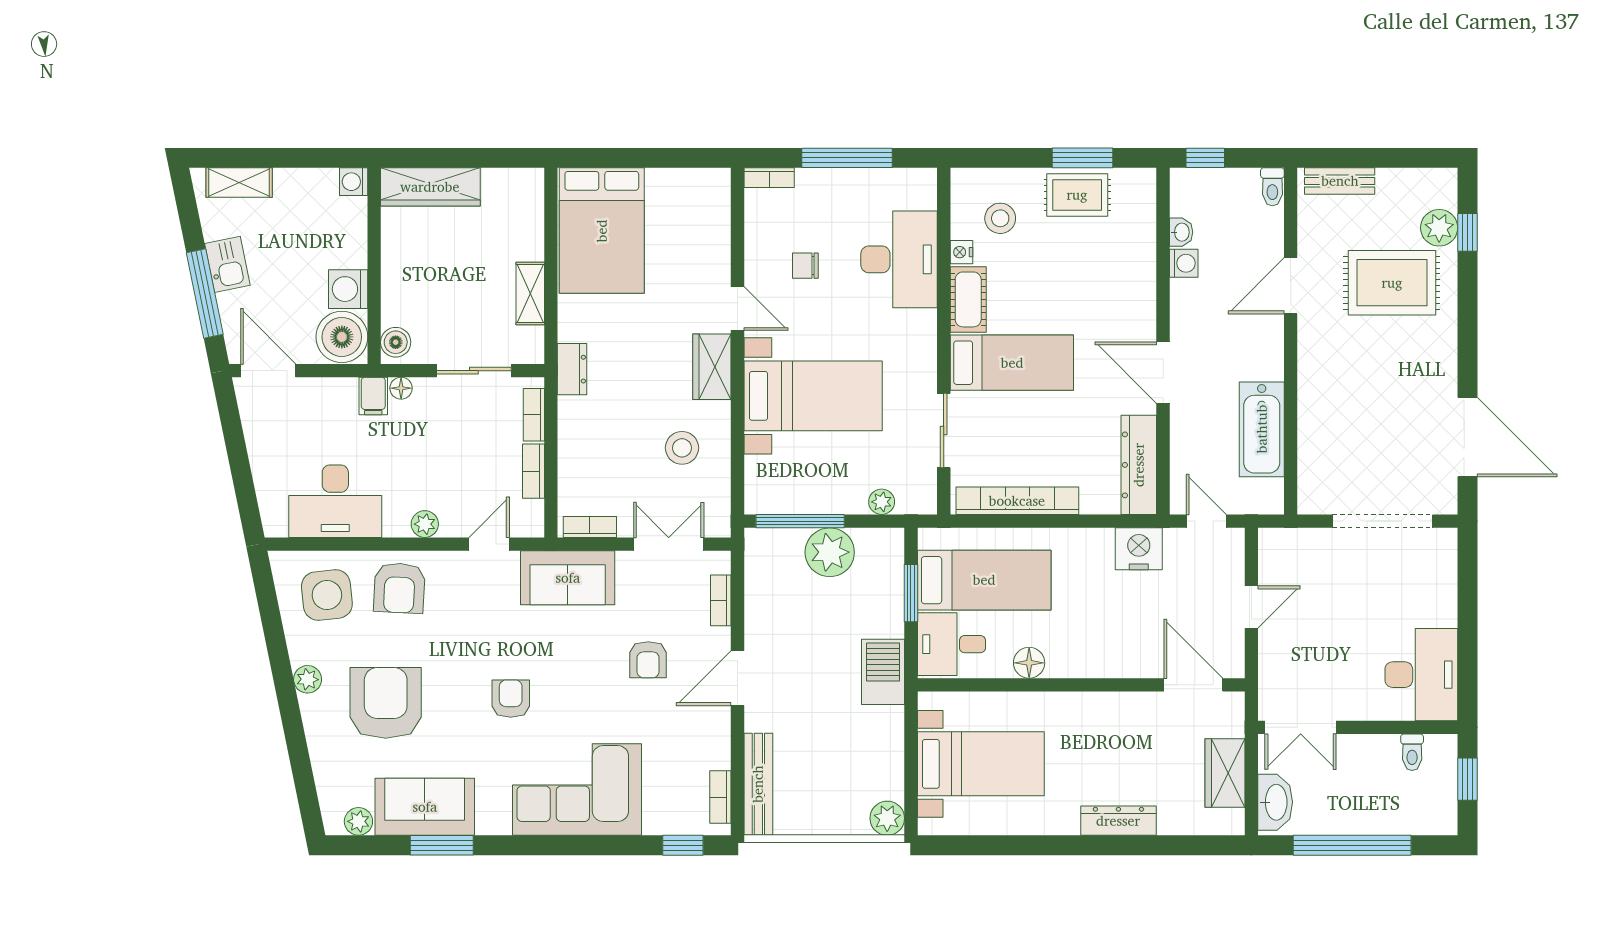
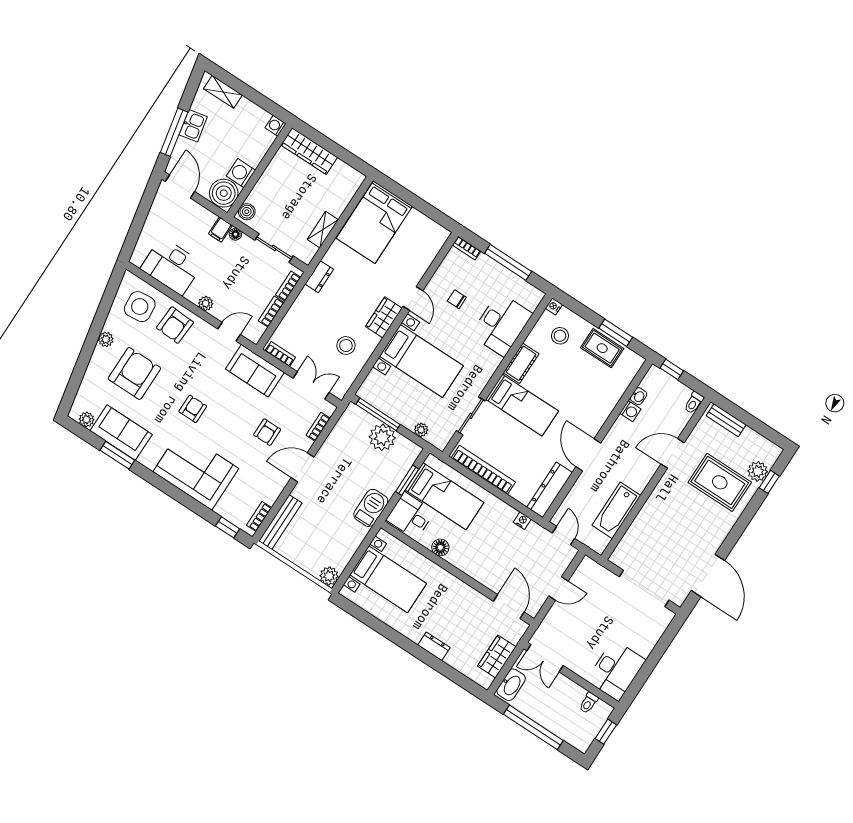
nightstand: (961, 252) -> (554, 306), moved
nightstand: (1139, 549) -> (522, 521), width x0.53, depth x0.56
dresser: (1118, 821) -> (434, 646), width x0.70

